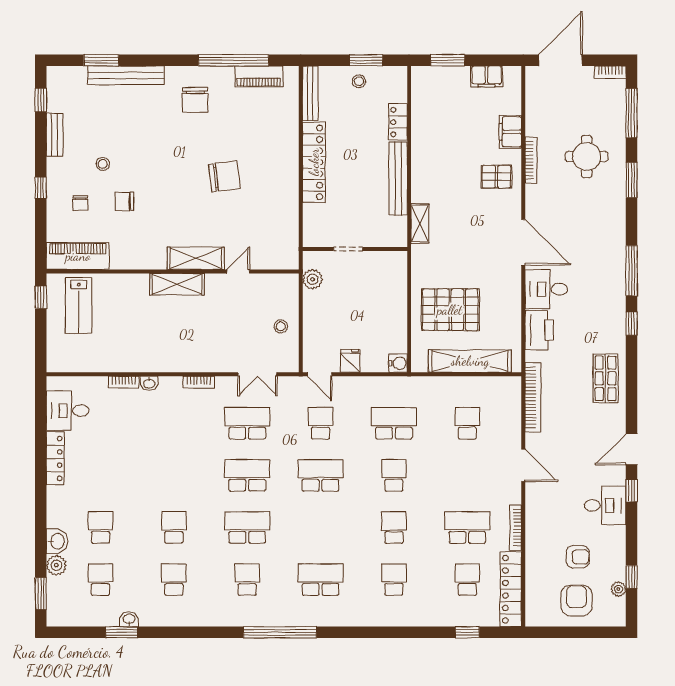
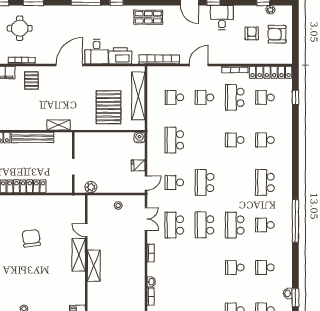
chair: (124, 201) -> (46, 296), removed
school desk: (394, 475) -> (205, 97), moved
window: (280, 632) -> (295, 221), moved

